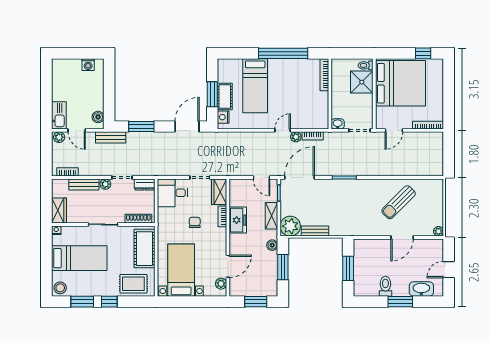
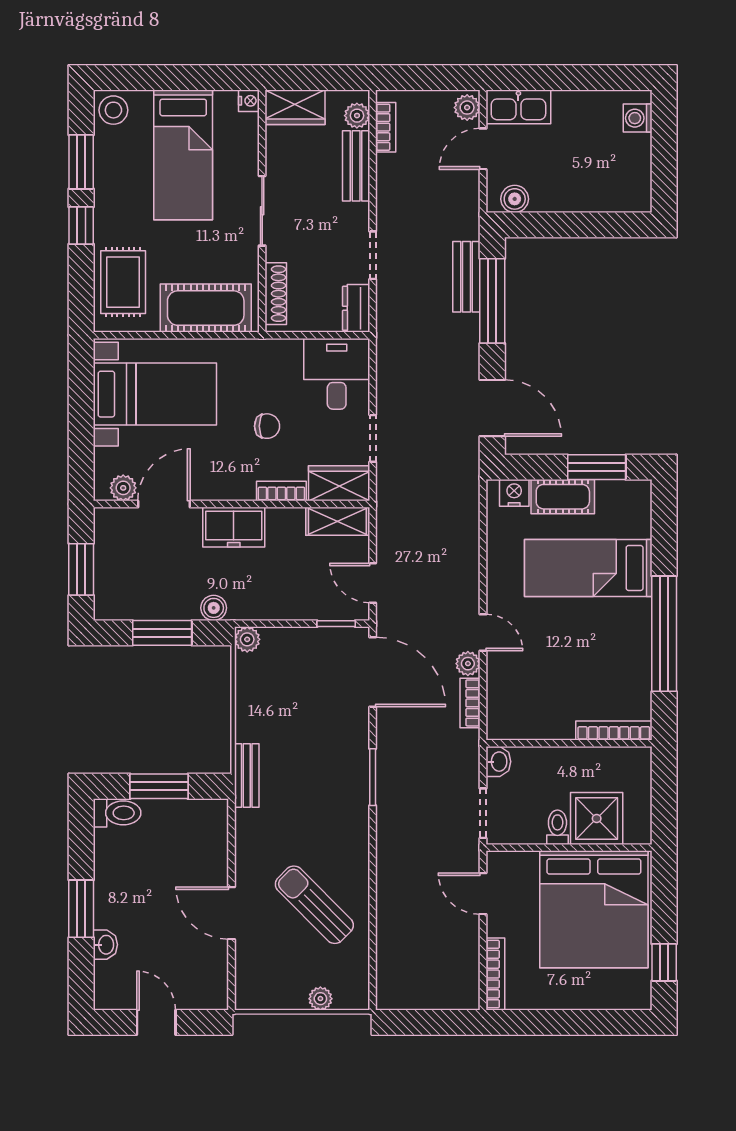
washing machine: (88, 65) -> (638, 118), moved
toilet: (366, 65) -> (557, 827), moved
window: (212, 94) -> (597, 467), moved
window: (141, 127) -> (492, 301), width x1.44
bench: (111, 137) -> (466, 277), moved
door: (262, 177) -> (373, 583), hinge flipped
plant: (105, 184) -> (357, 116), moved
shelving: (272, 216) -> (337, 521), moved
freezer: (238, 220) -> (234, 527), moved
plant: (290, 226) -> (247, 639), width x0.53, depth x0.53
bench: (315, 231) -> (247, 776), moved
plant: (439, 231) -> (320, 999), moved
door: (228, 266) -> (164, 504), swing flipped
toilet: (385, 286) -> (117, 813), moved
washbasin: (421, 289) -> (105, 945), width x0.52, depth x0.69

